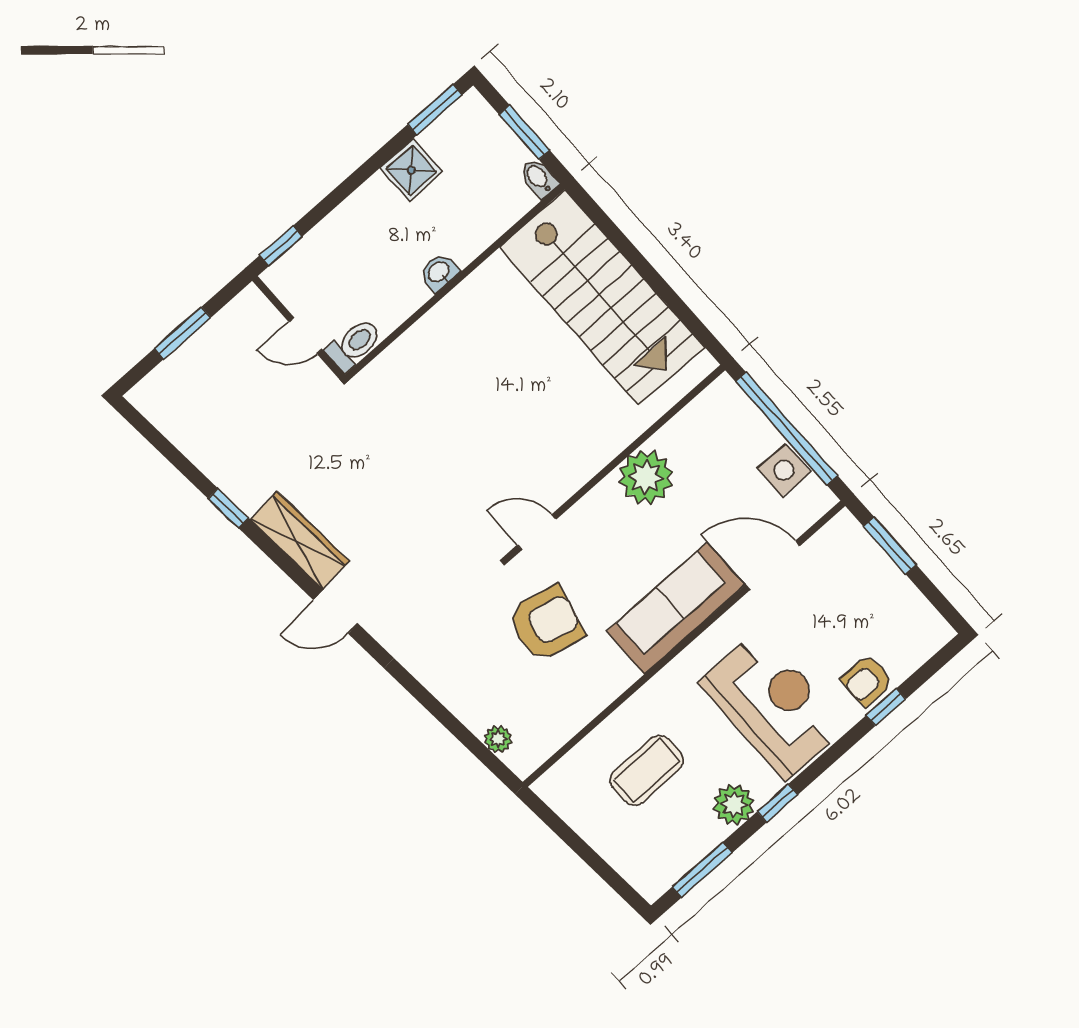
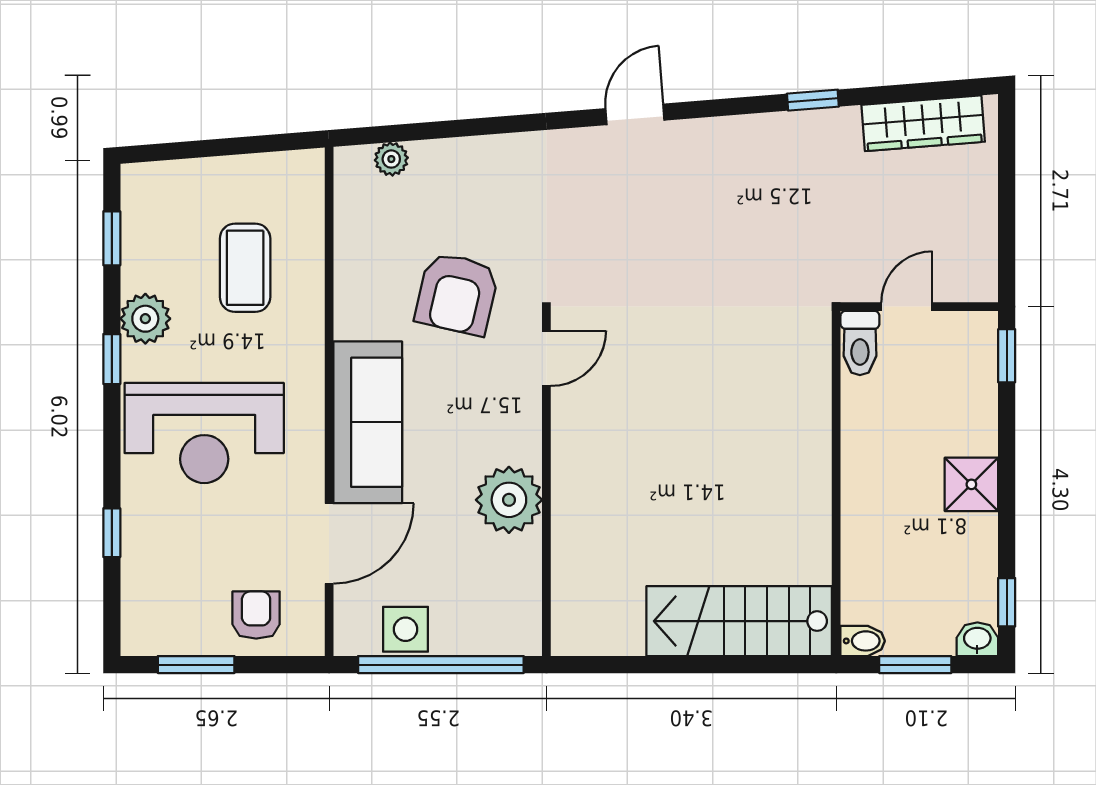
window: (435, 110) -> (1007, 602), width x0.67
shower: (411, 170) -> (971, 484), moved
washbasin: (439, 272) -> (977, 639), moved, turned -90
stairs: (602, 297) -> (739, 621), width x0.73, depth x0.66
window: (183, 333) -> (1007, 198), removed
wardrobe: (300, 540) -> (923, 123), moved
window: (890, 546) -> (196, 665), moved
armchair: (867, 680) -> (256, 615), moved
window: (702, 870) -> (112, 238), width x0.67

